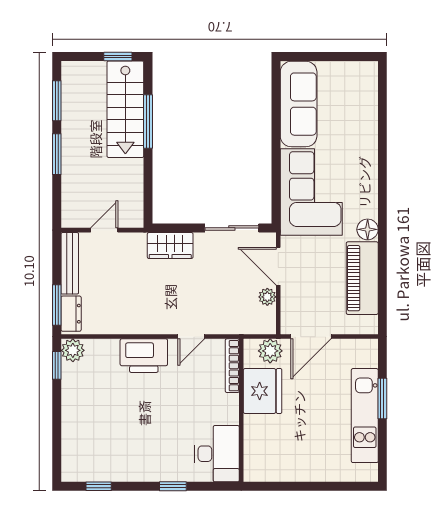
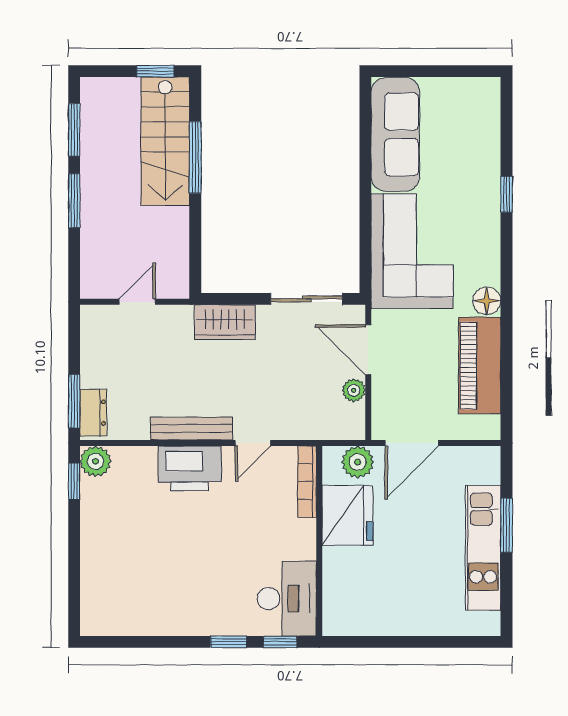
window: (382, 149) -> (507, 194), added
bench: (70, 263) -> (192, 429), moved, turned 90
window: (99, 486) -> (280, 642), moved

